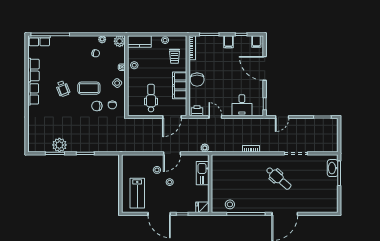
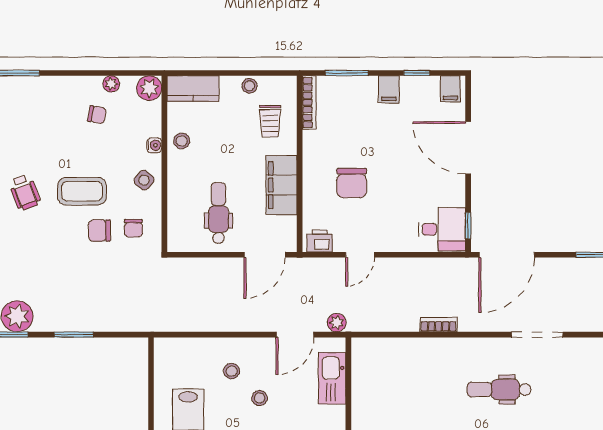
chair: (197, 80) -> (352, 183), moved
desk: (242, 105) -> (442, 229), moved, turned -90
door: (215, 117) -> (360, 255), swing flipped
door: (282, 117) -> (507, 255), width x1.88
door: (172, 153) -> (295, 335), moved
dental chair: (279, 178) -> (499, 390), turned 139

